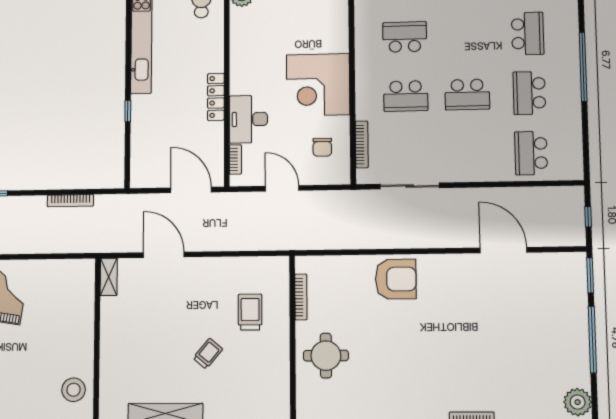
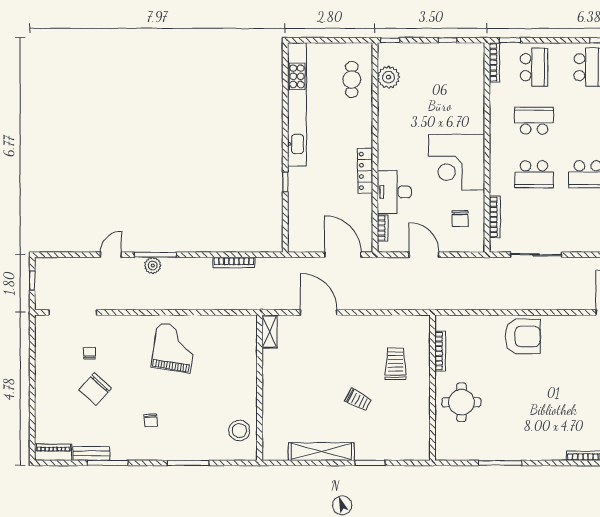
trolley: (208, 354) -> (358, 400), turned 78

